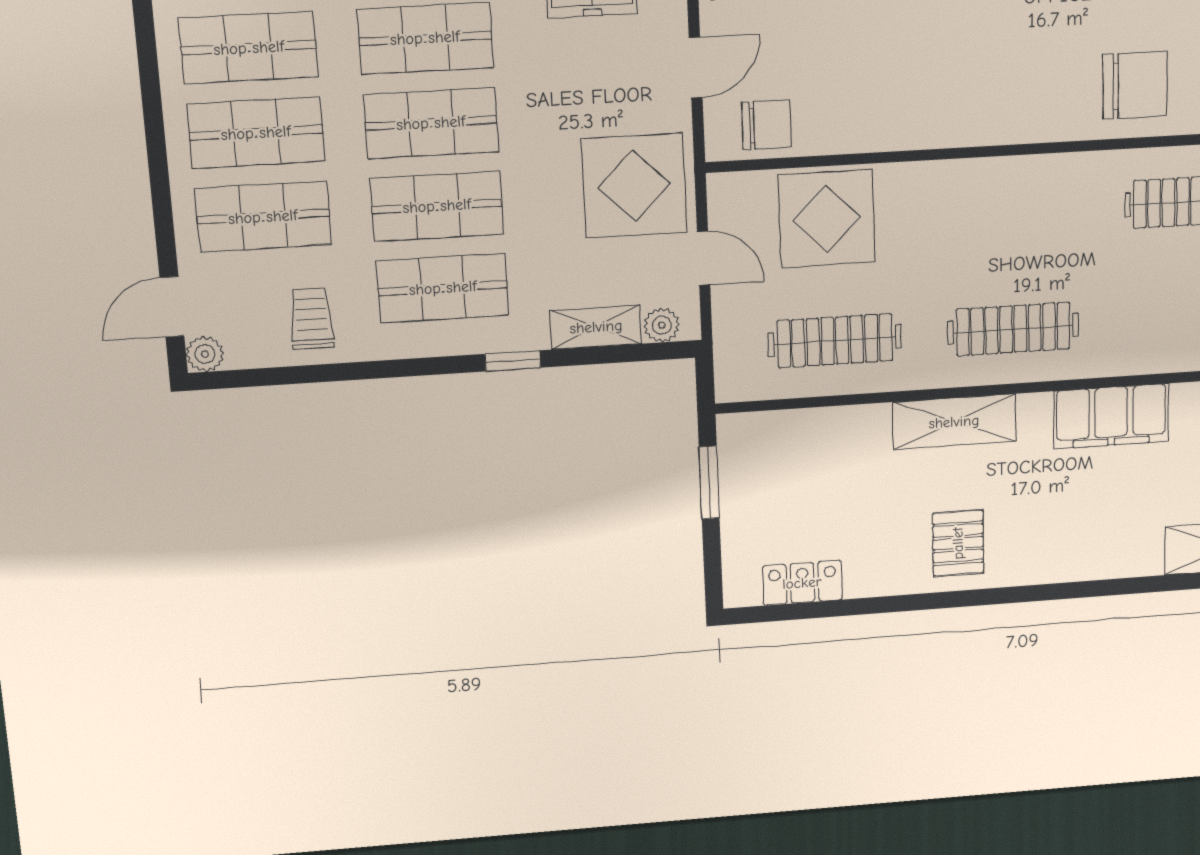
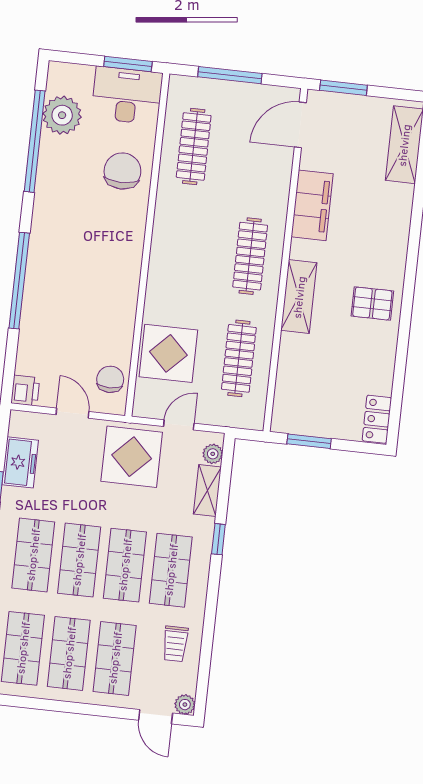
trolley: (312, 319) -> (175, 644), turned -90
locker: (802, 583) -> (377, 419), moved

